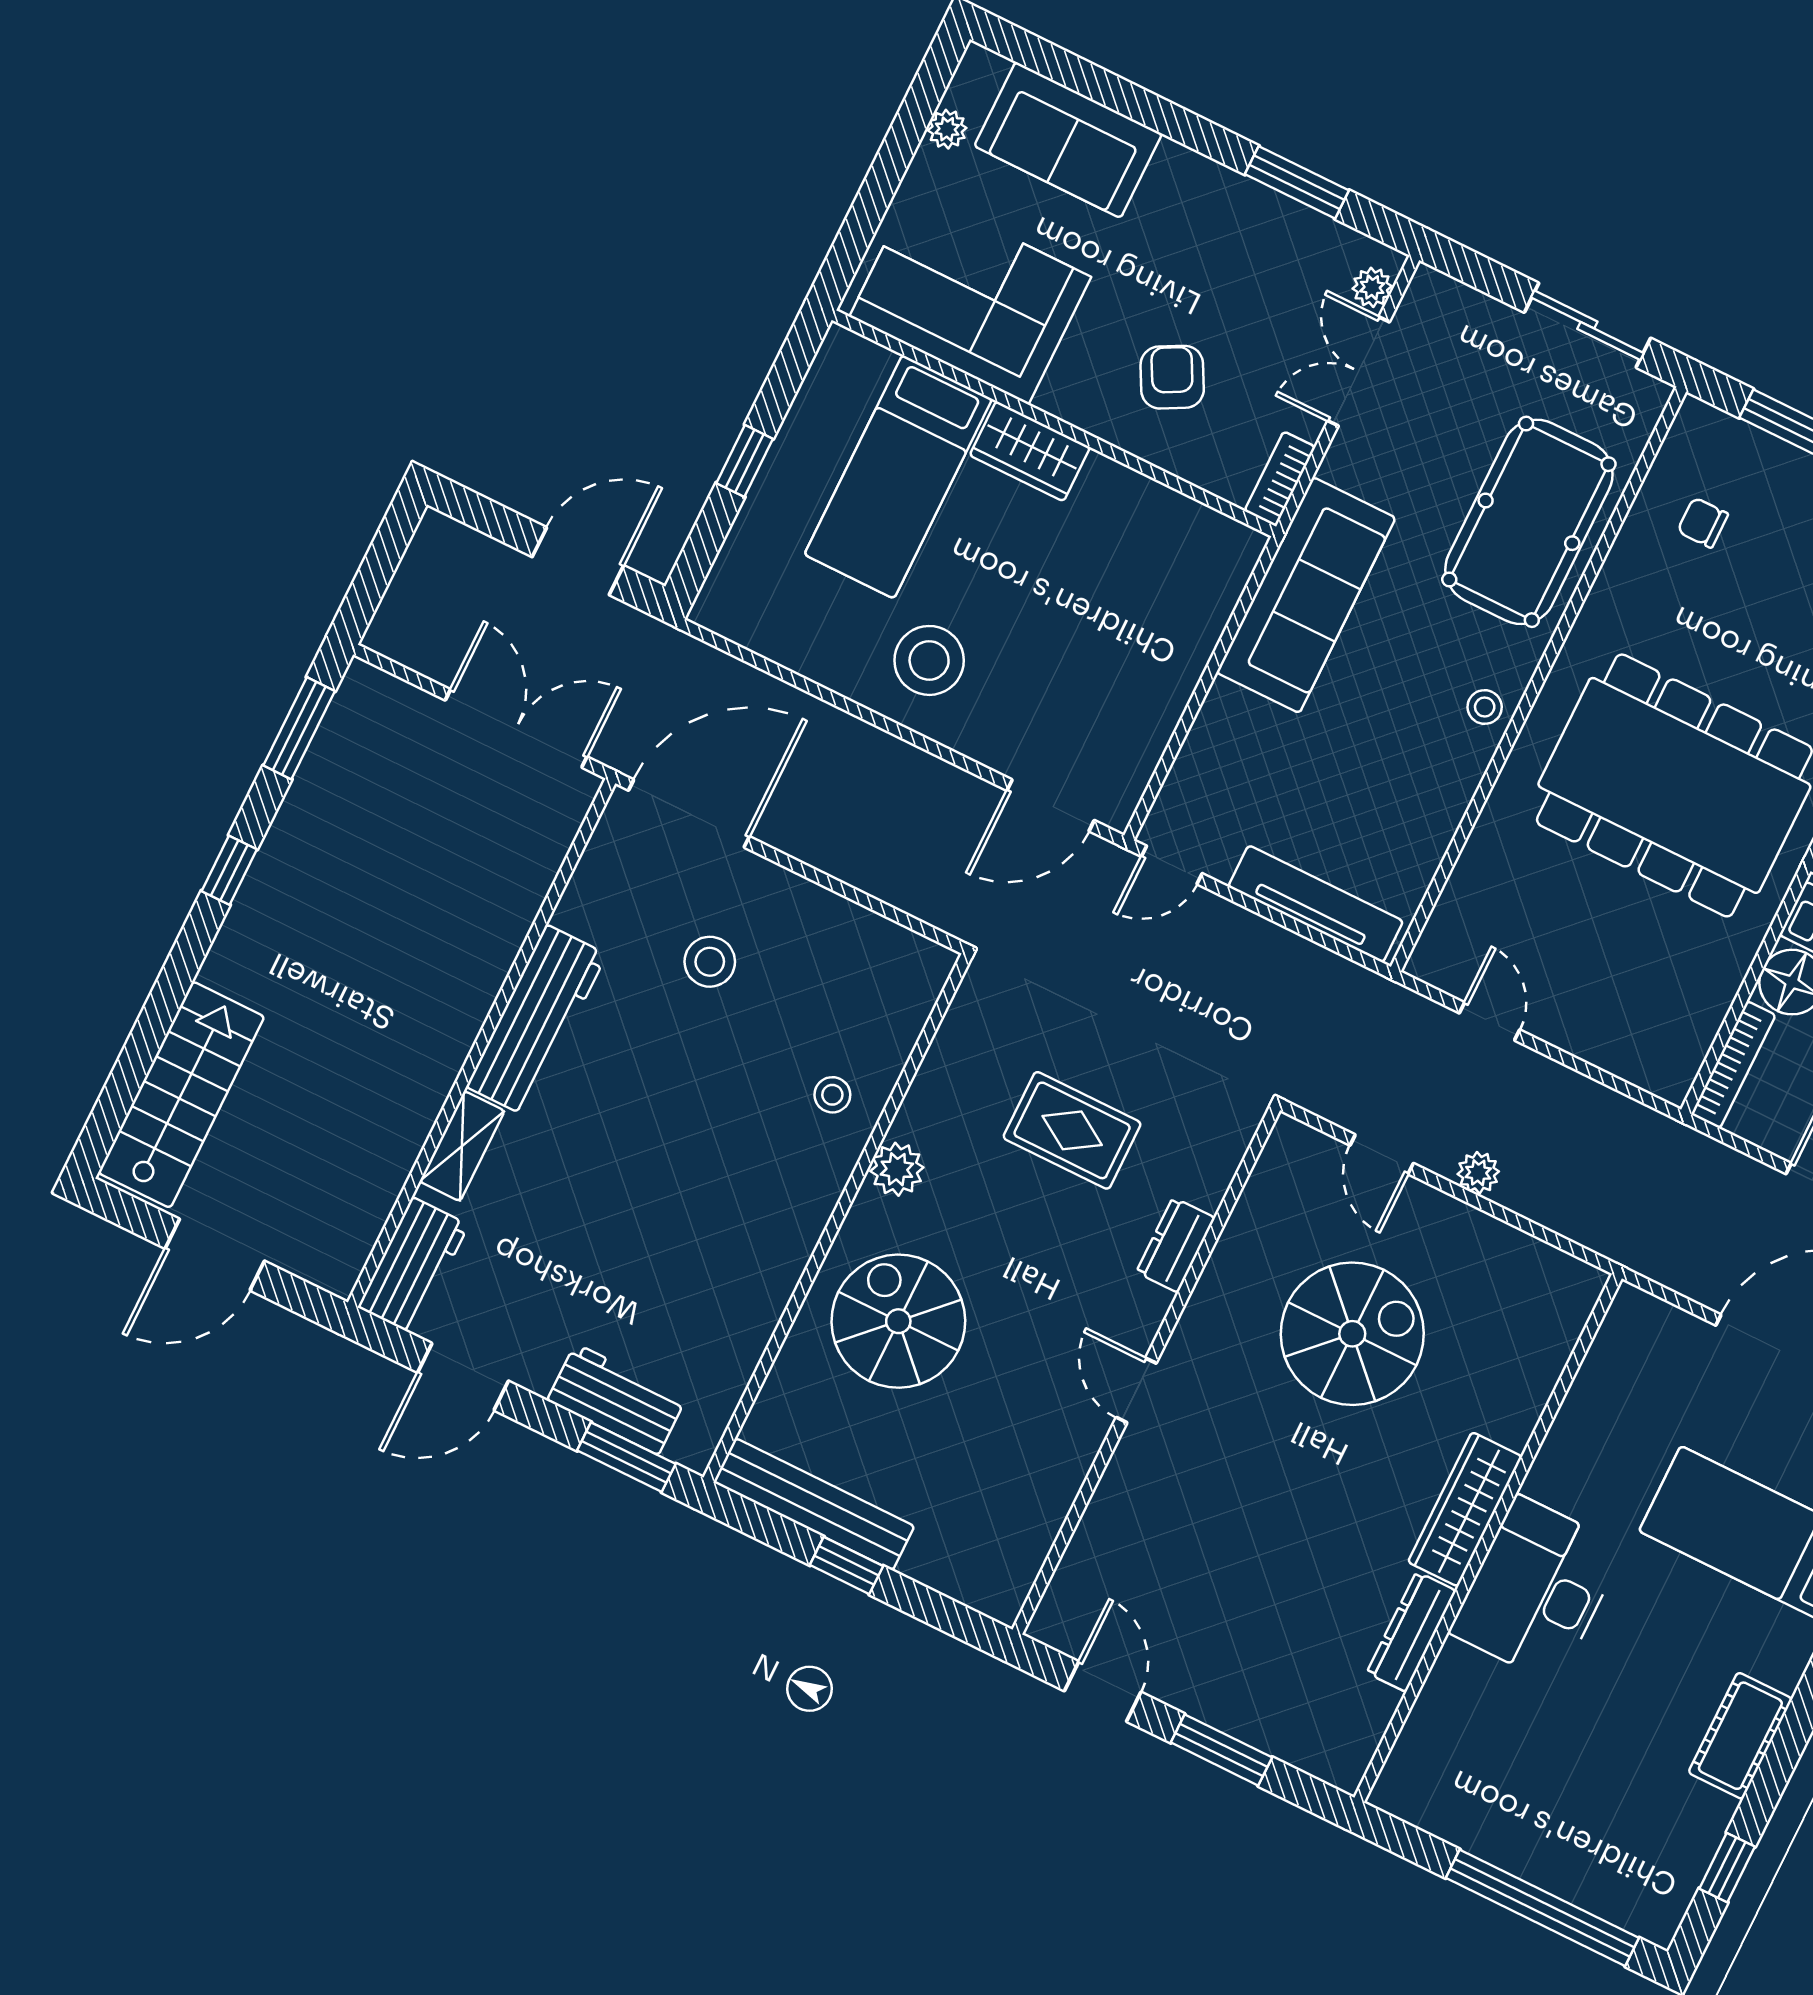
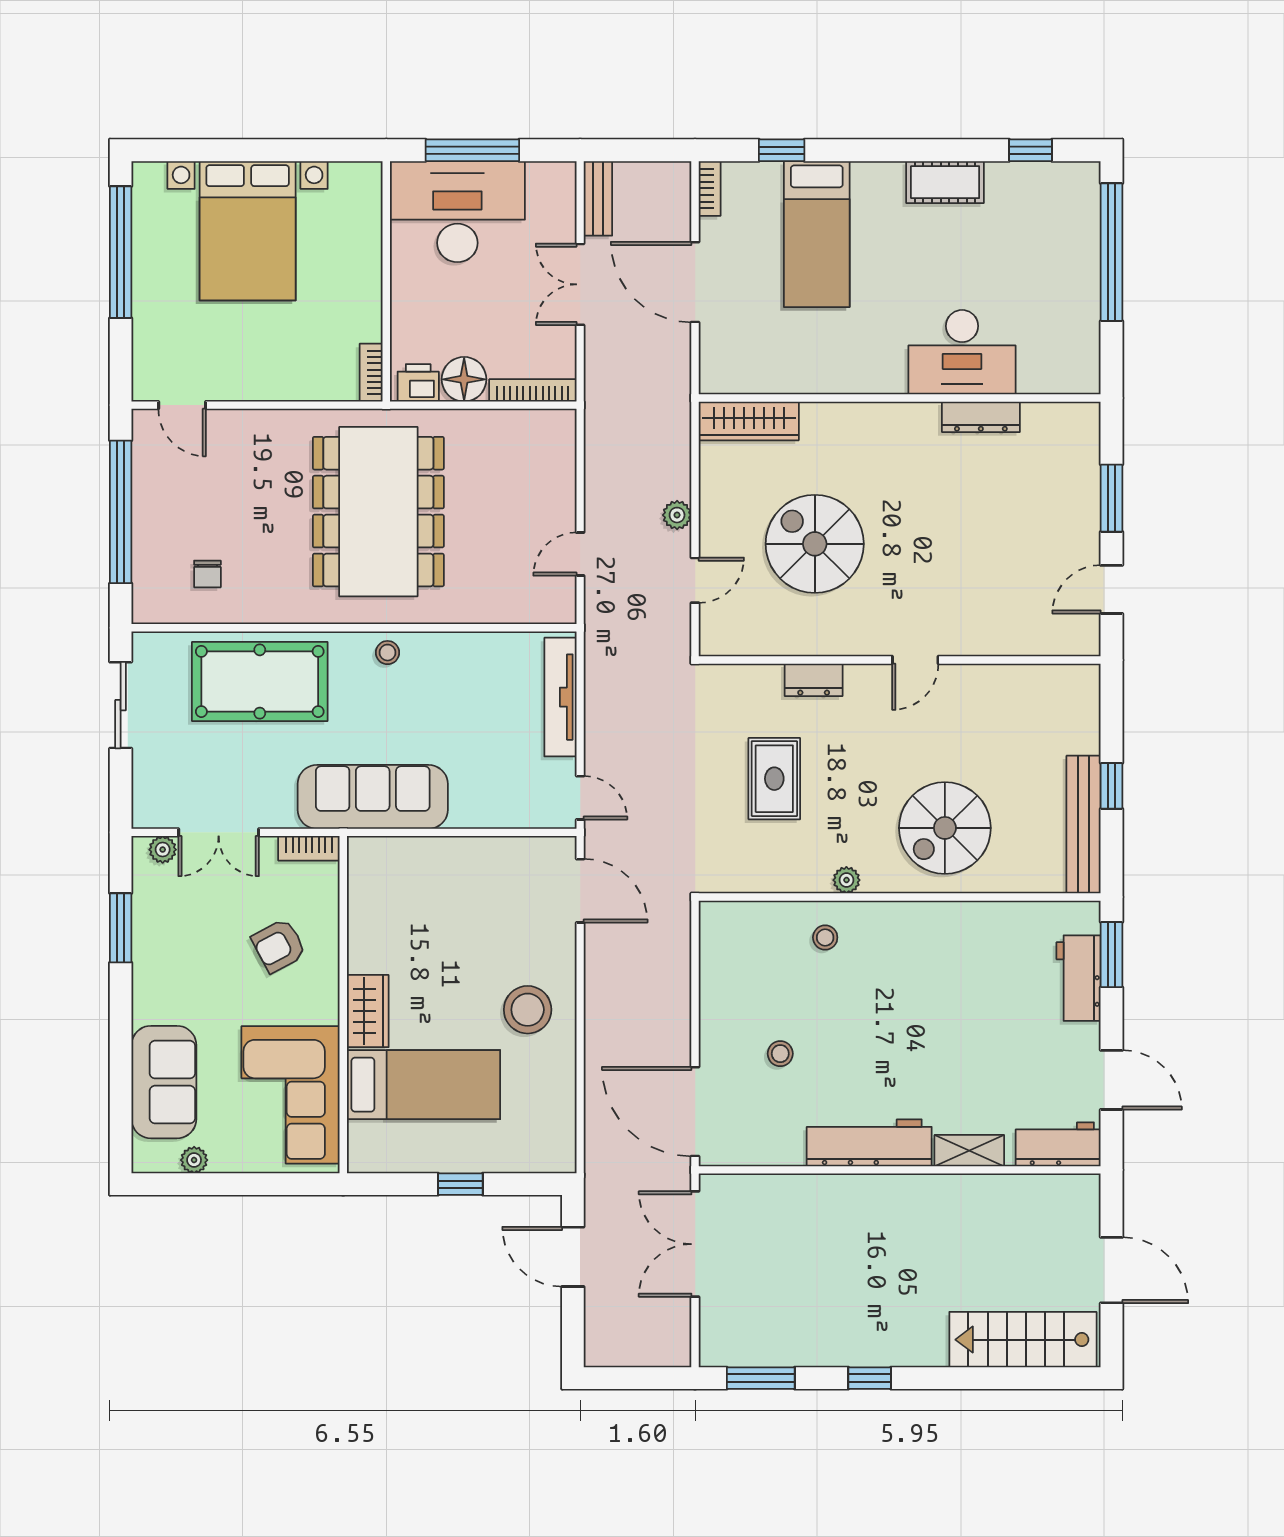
stool: (710, 962) -> (780, 1054), width x0.73, depth x0.73
plant: (897, 1169) -> (846, 880), width x0.73, depth x0.73
wardrobe: (1465, 1509) -> (749, 421), moved
desk: (1537, 1590) -> (962, 352), moved

